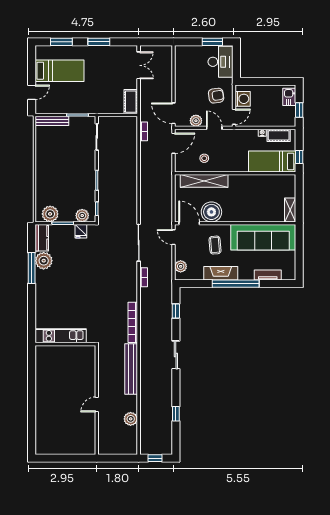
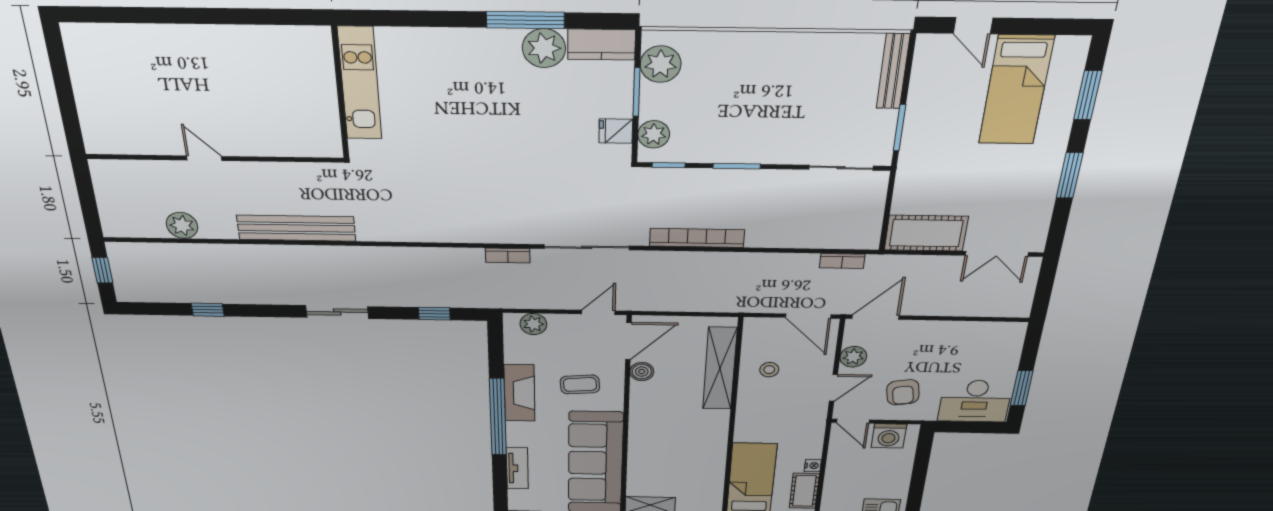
cot: (131, 102) -> (926, 233), width x1.37, depth x1.34
boiler: (211, 212) -> (642, 372), width x0.54, depth x0.54
bookcase: (133, 322) -> (697, 238), moved

